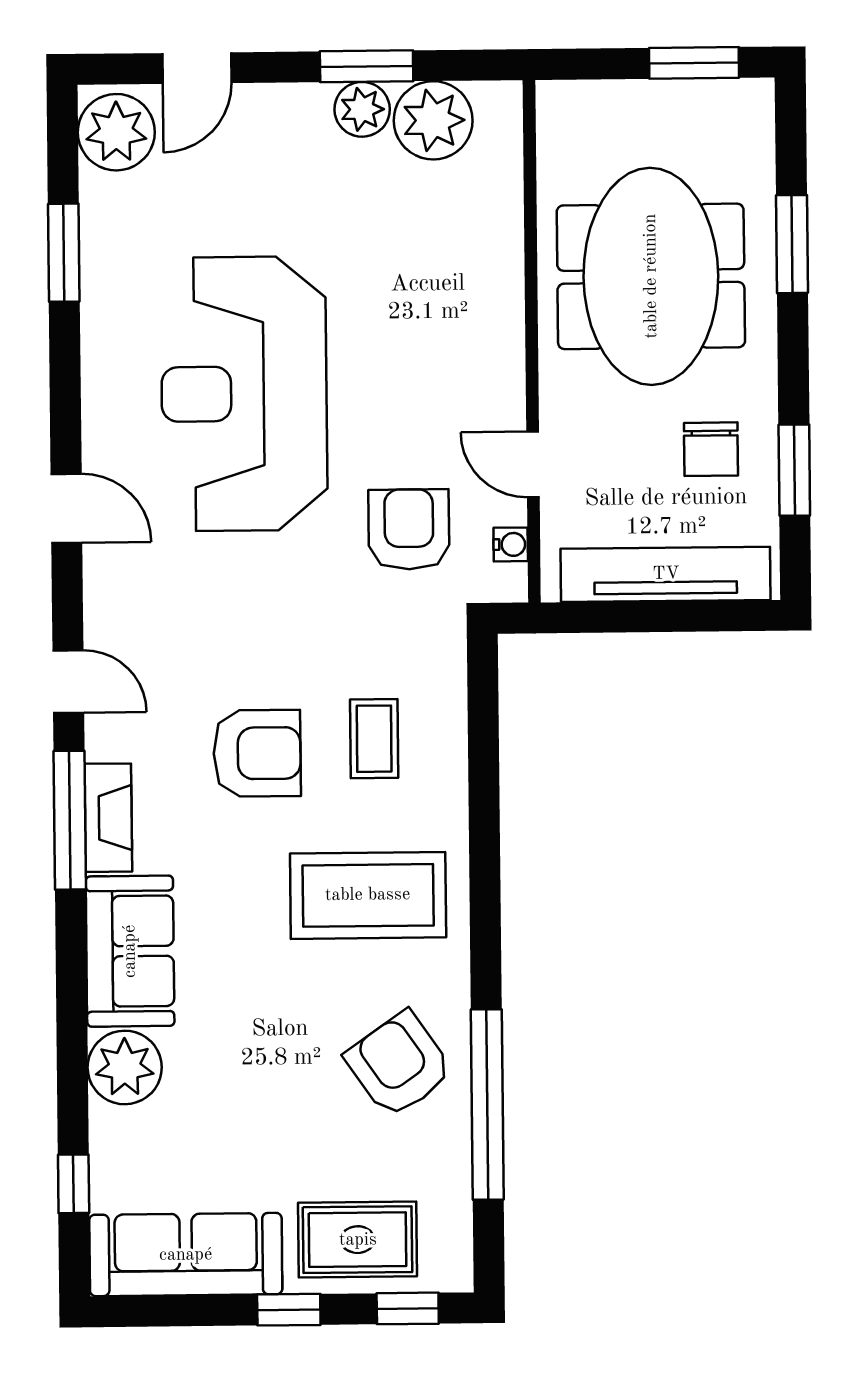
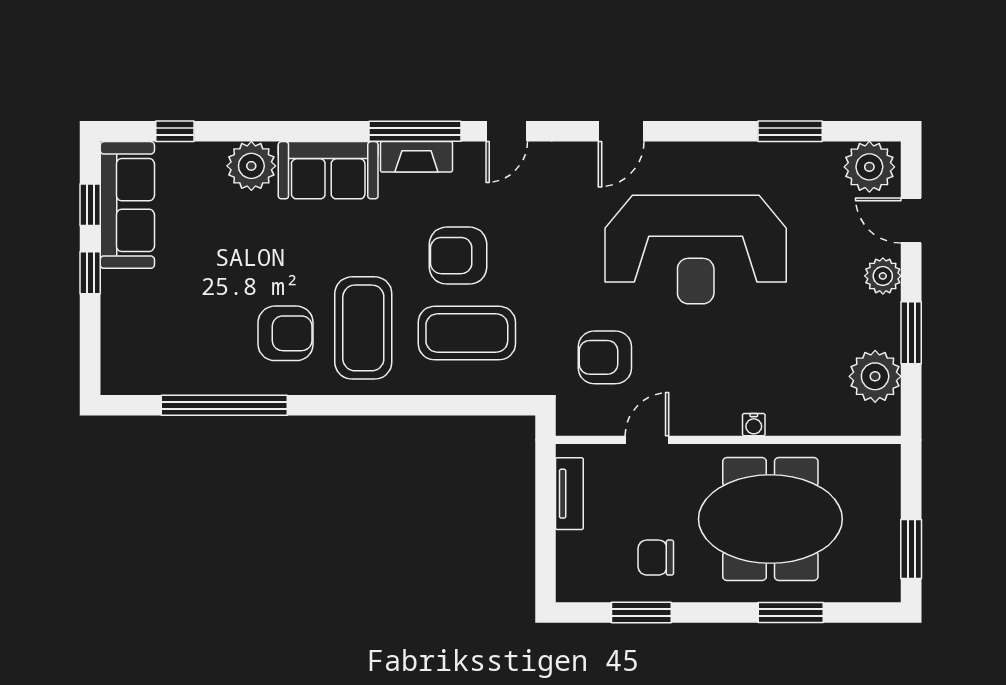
plant: (362, 109) -> (883, 276), moved
reception desk: (244, 394) -> (696, 250), turned 180
armchair: (409, 529) -> (605, 357), turned 180
water cooler: (511, 544) -> (754, 425), moved
tv unit: (666, 574) -> (569, 494), width x0.52, depth x0.78
coffee table: (374, 739) -> (467, 333), width x1.86, depth x1.72
armchair: (257, 753) -> (458, 256), turned 90
armchair: (399, 1065) -> (286, 333), moved, turned 35
rug: (358, 1240) -> (136, 319), removed
window: (408, 1308) -> (90, 205), moved

